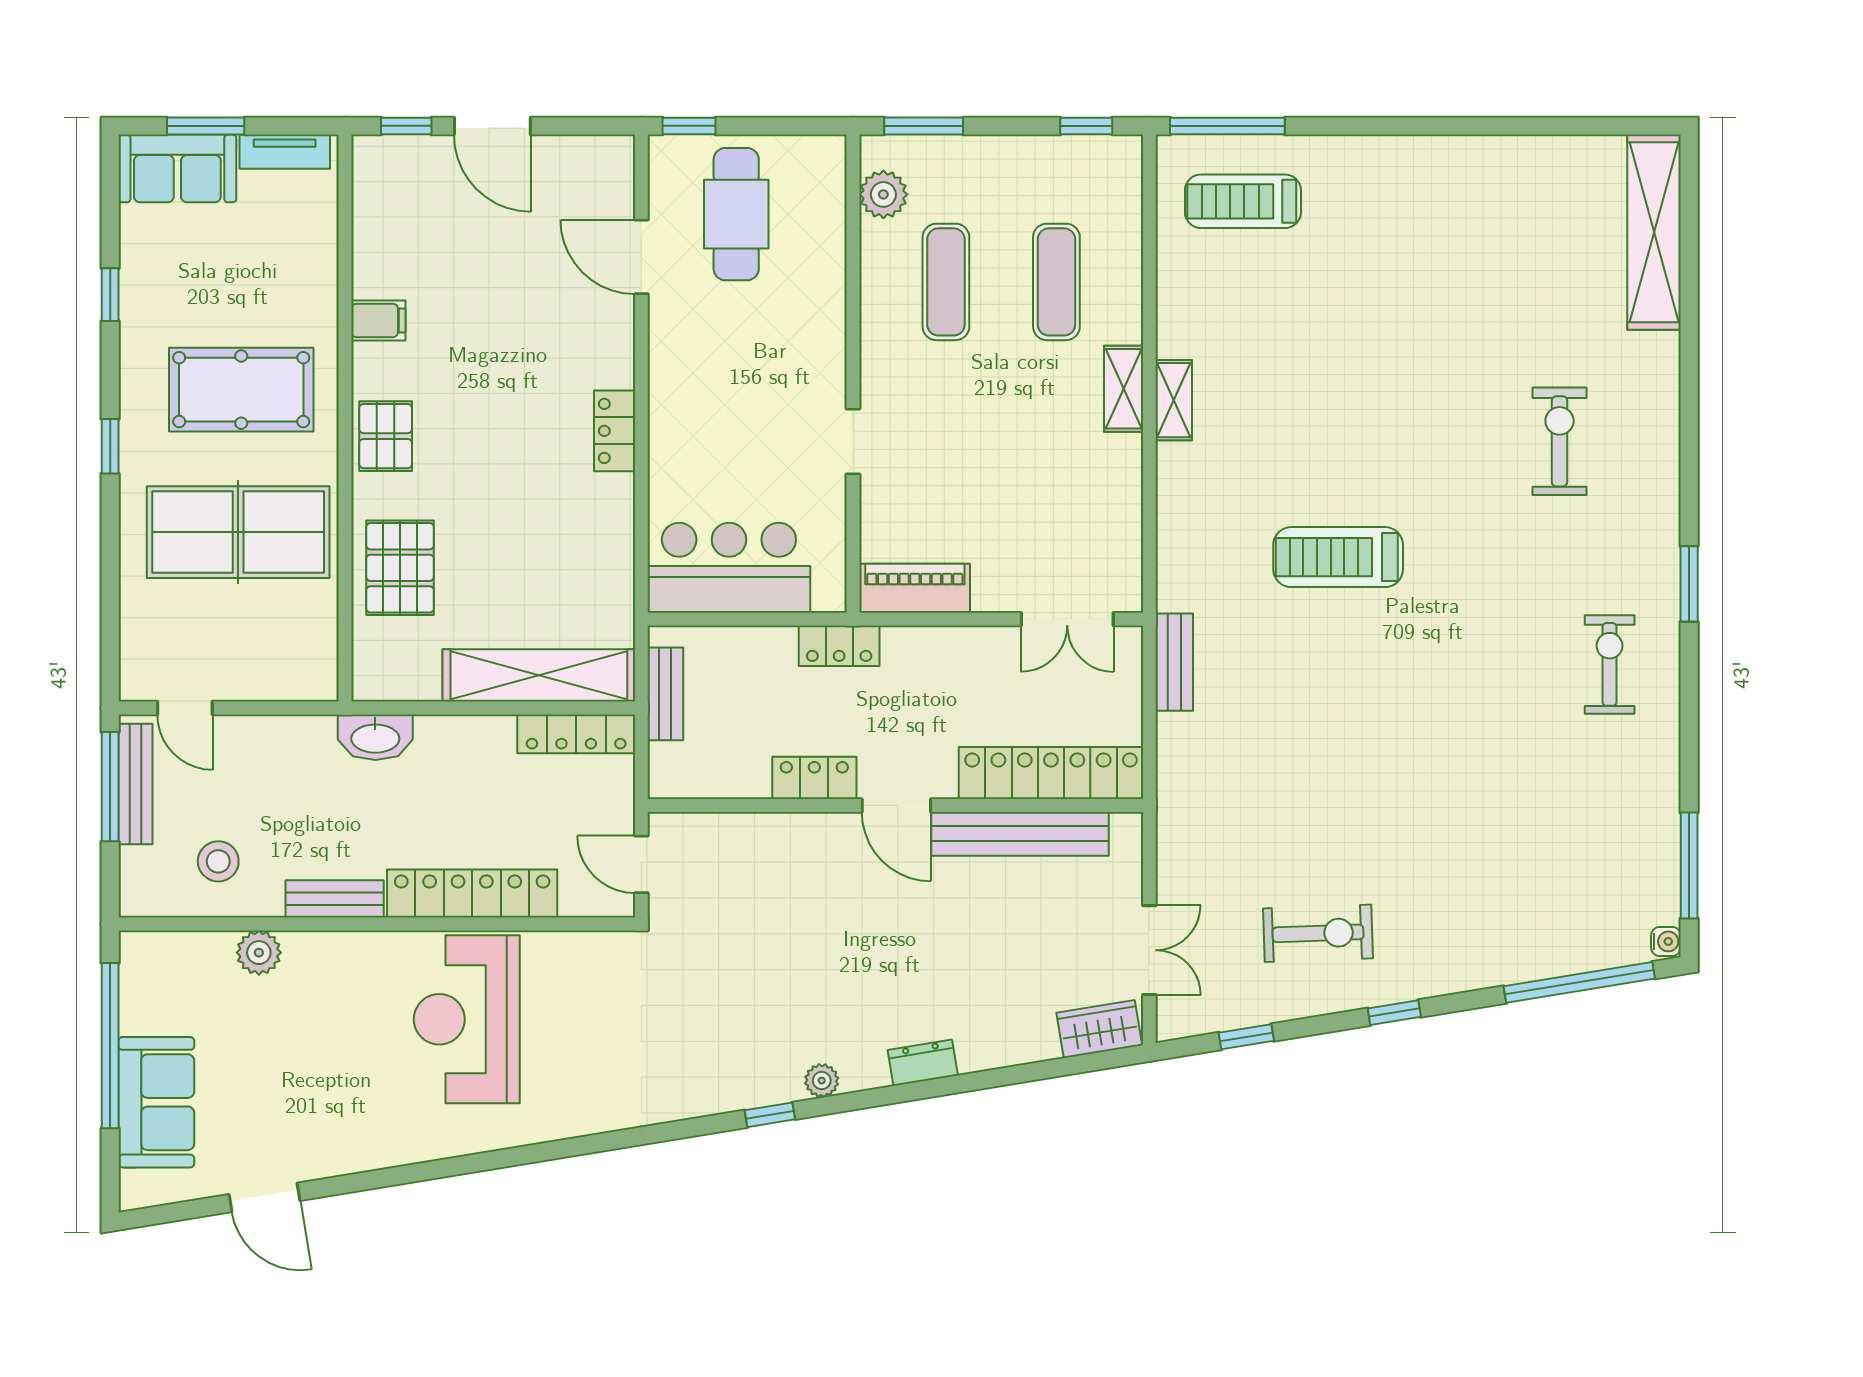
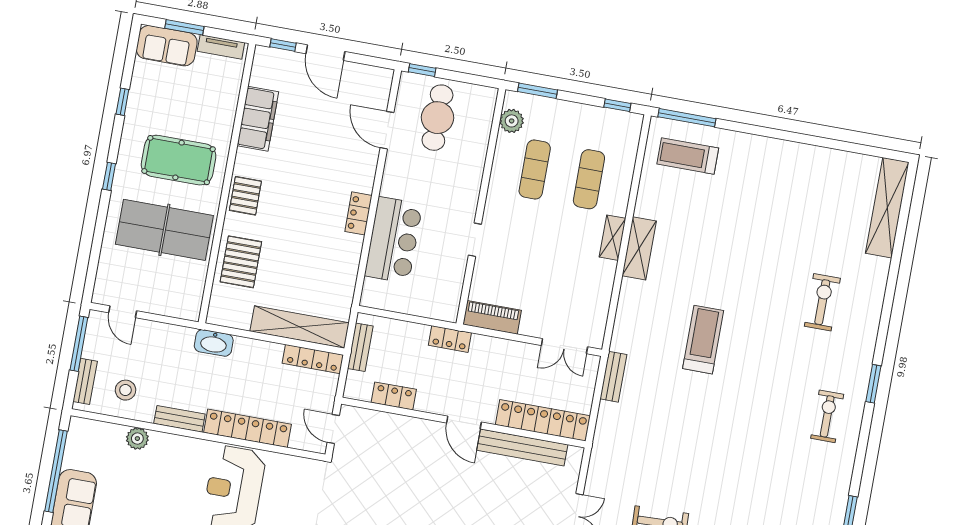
filing cabinet: (378, 320) -> (258, 119), width x3.00, depth x1.17
shelving: (1174, 400) -> (639, 248), width x1.50, depth x1.33
treadmill: (1338, 557) -> (703, 340), turned 90
bar counter: (729, 568) -> (393, 240), moved, turned 90
locker: (814, 778) -> (394, 396), moved
bench: (136, 784) -> (85, 381), moved, width x0.73

